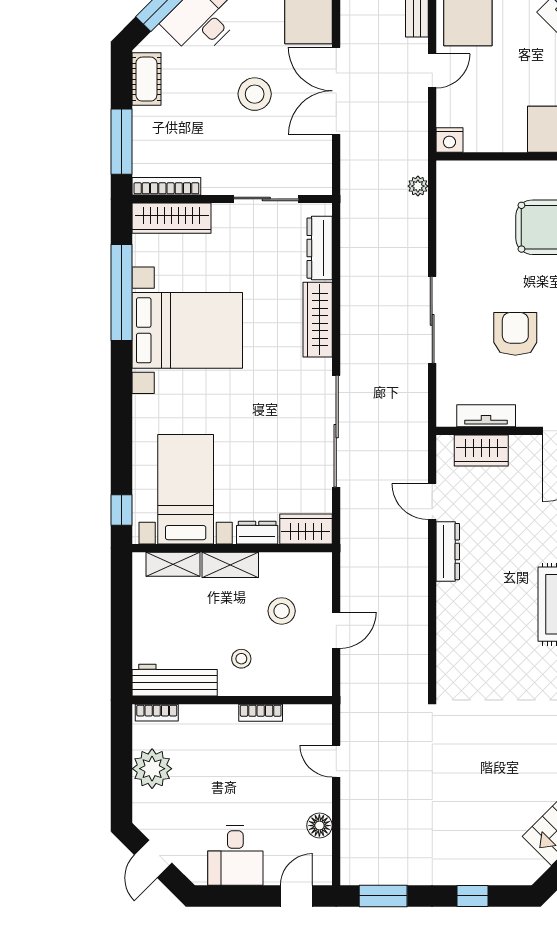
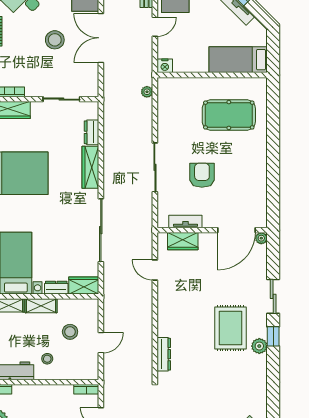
dresser: (320, 248) -> (91, 132), width x0.70
dresser: (448, 552) -> (164, 354), moved
bookcase: (261, 713) -> (86, 389), moved

